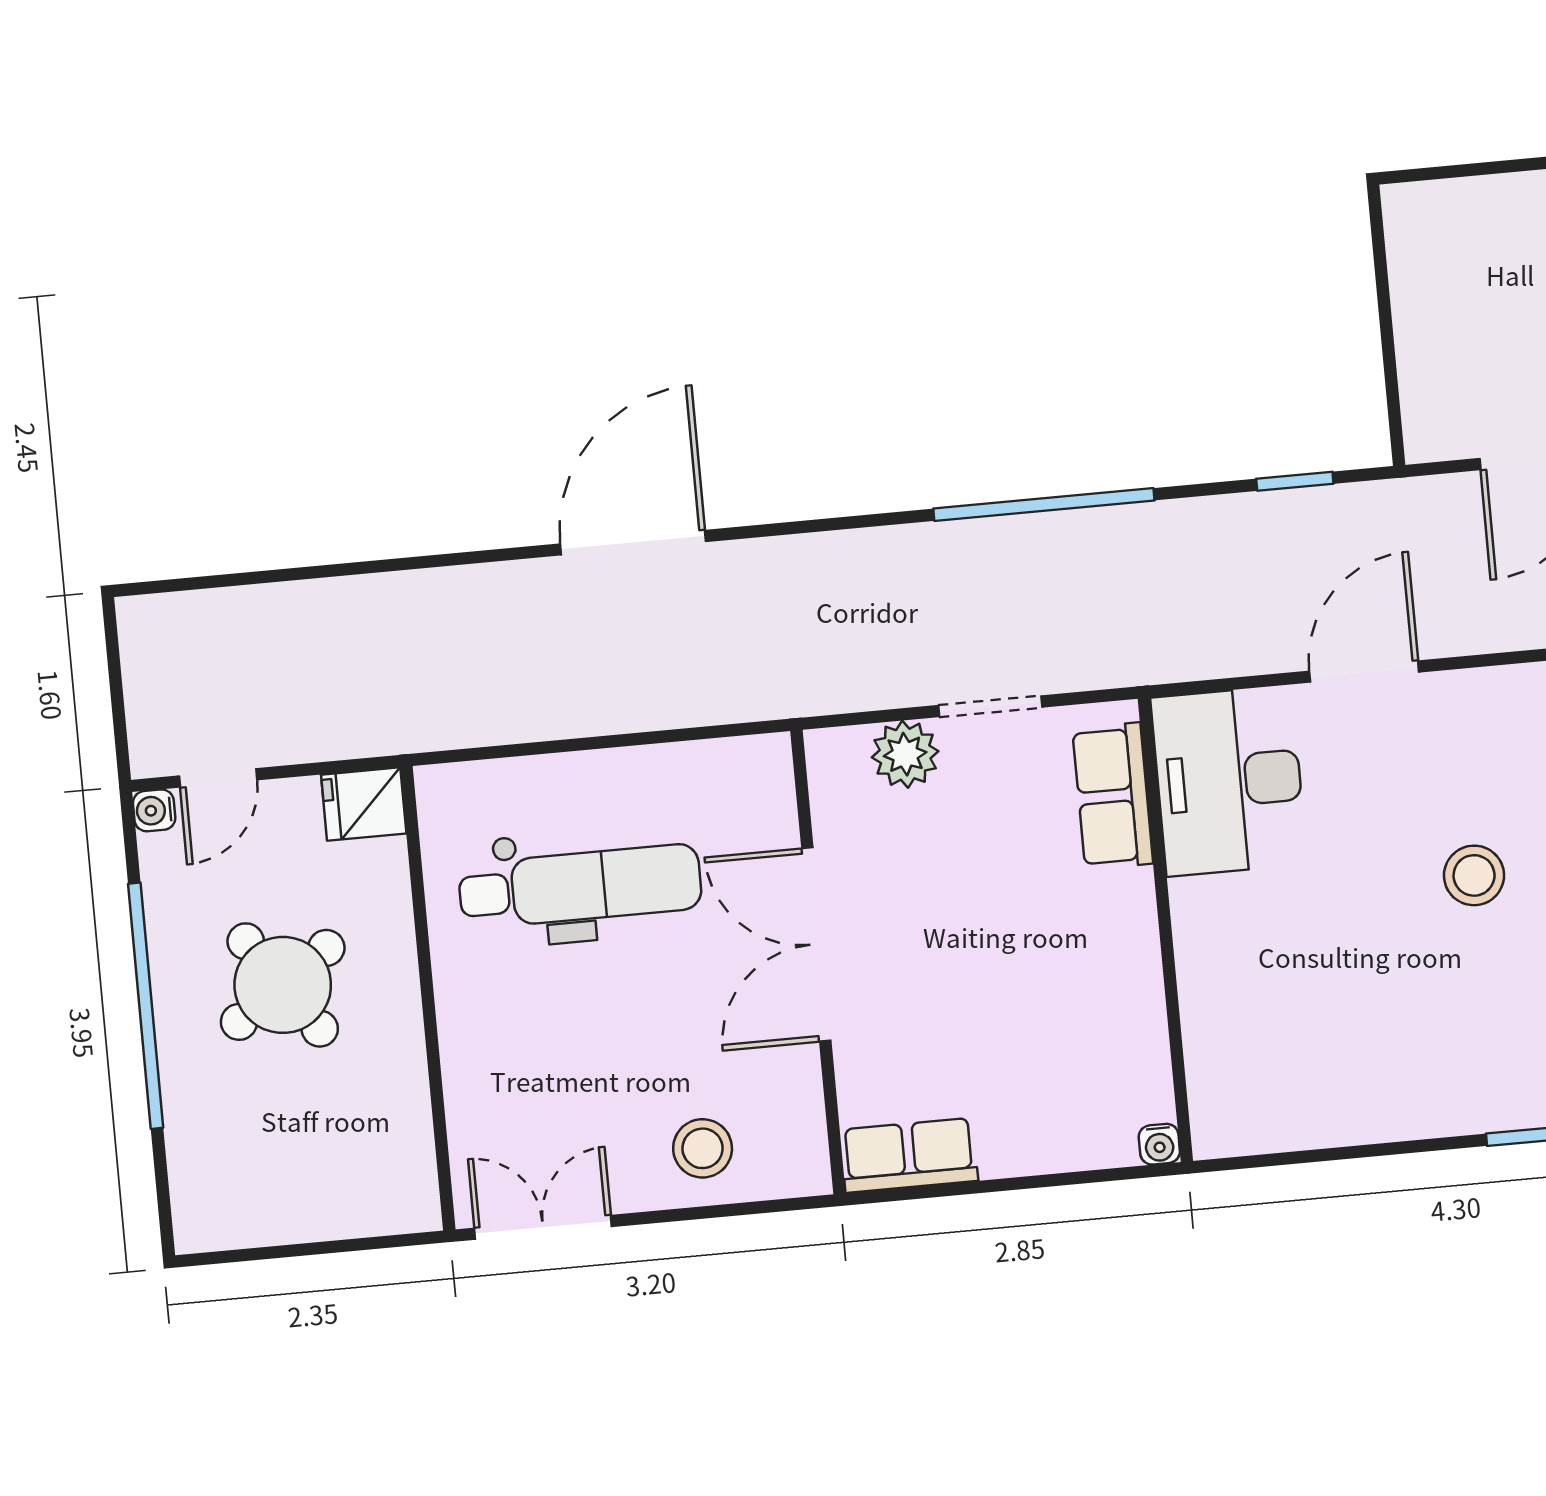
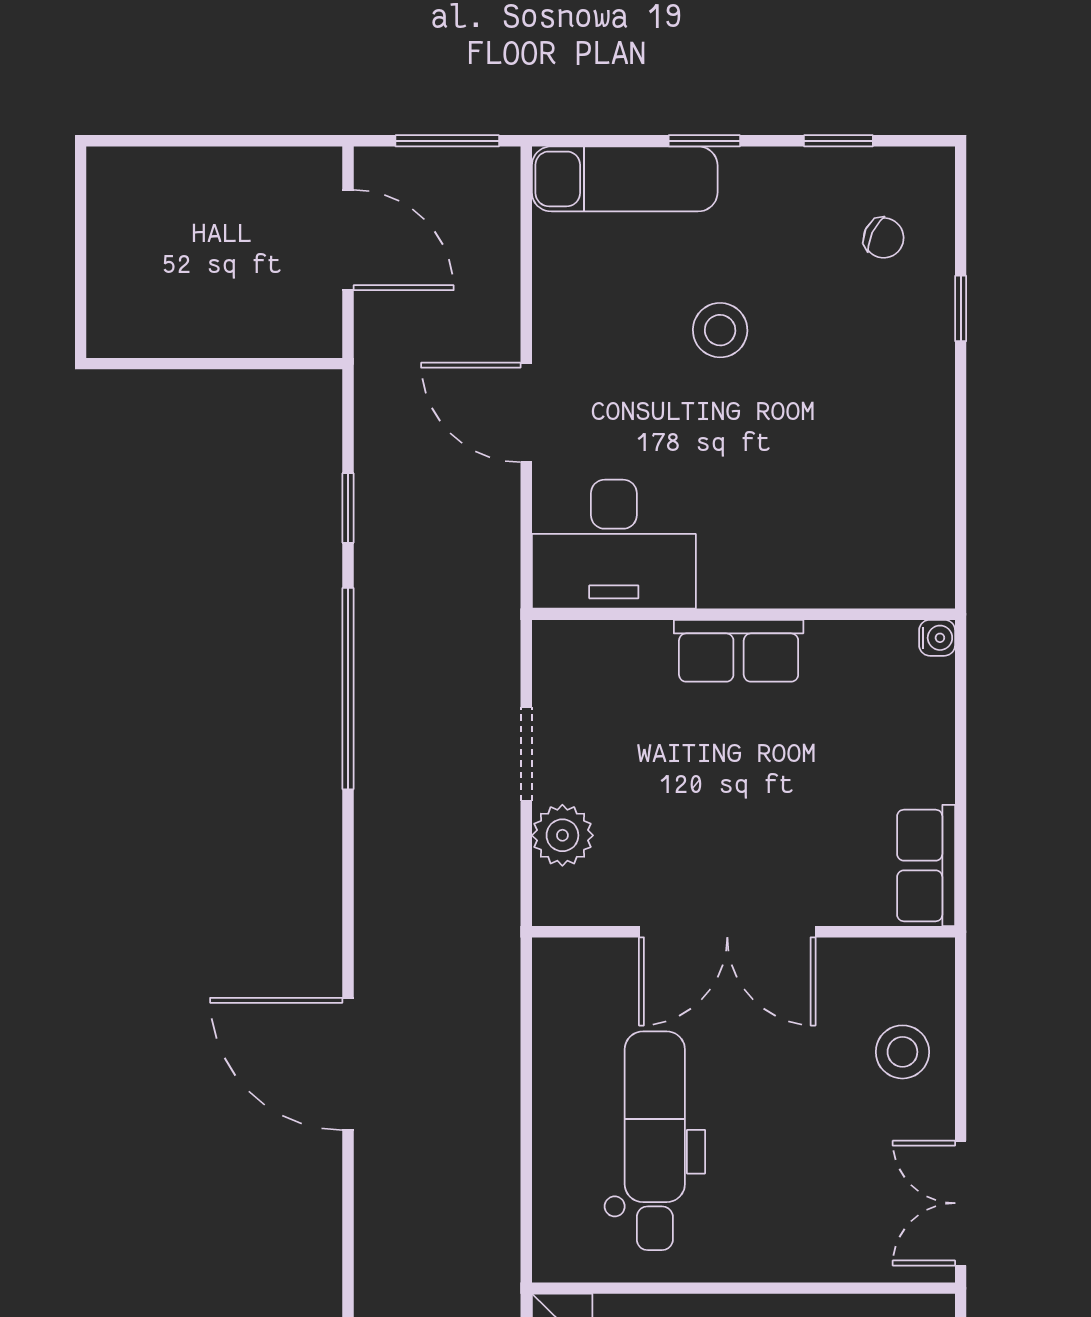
window: (1295, 481) -> (348, 508), moved
row of seats: (1113, 796) -> (739, 651), moved

